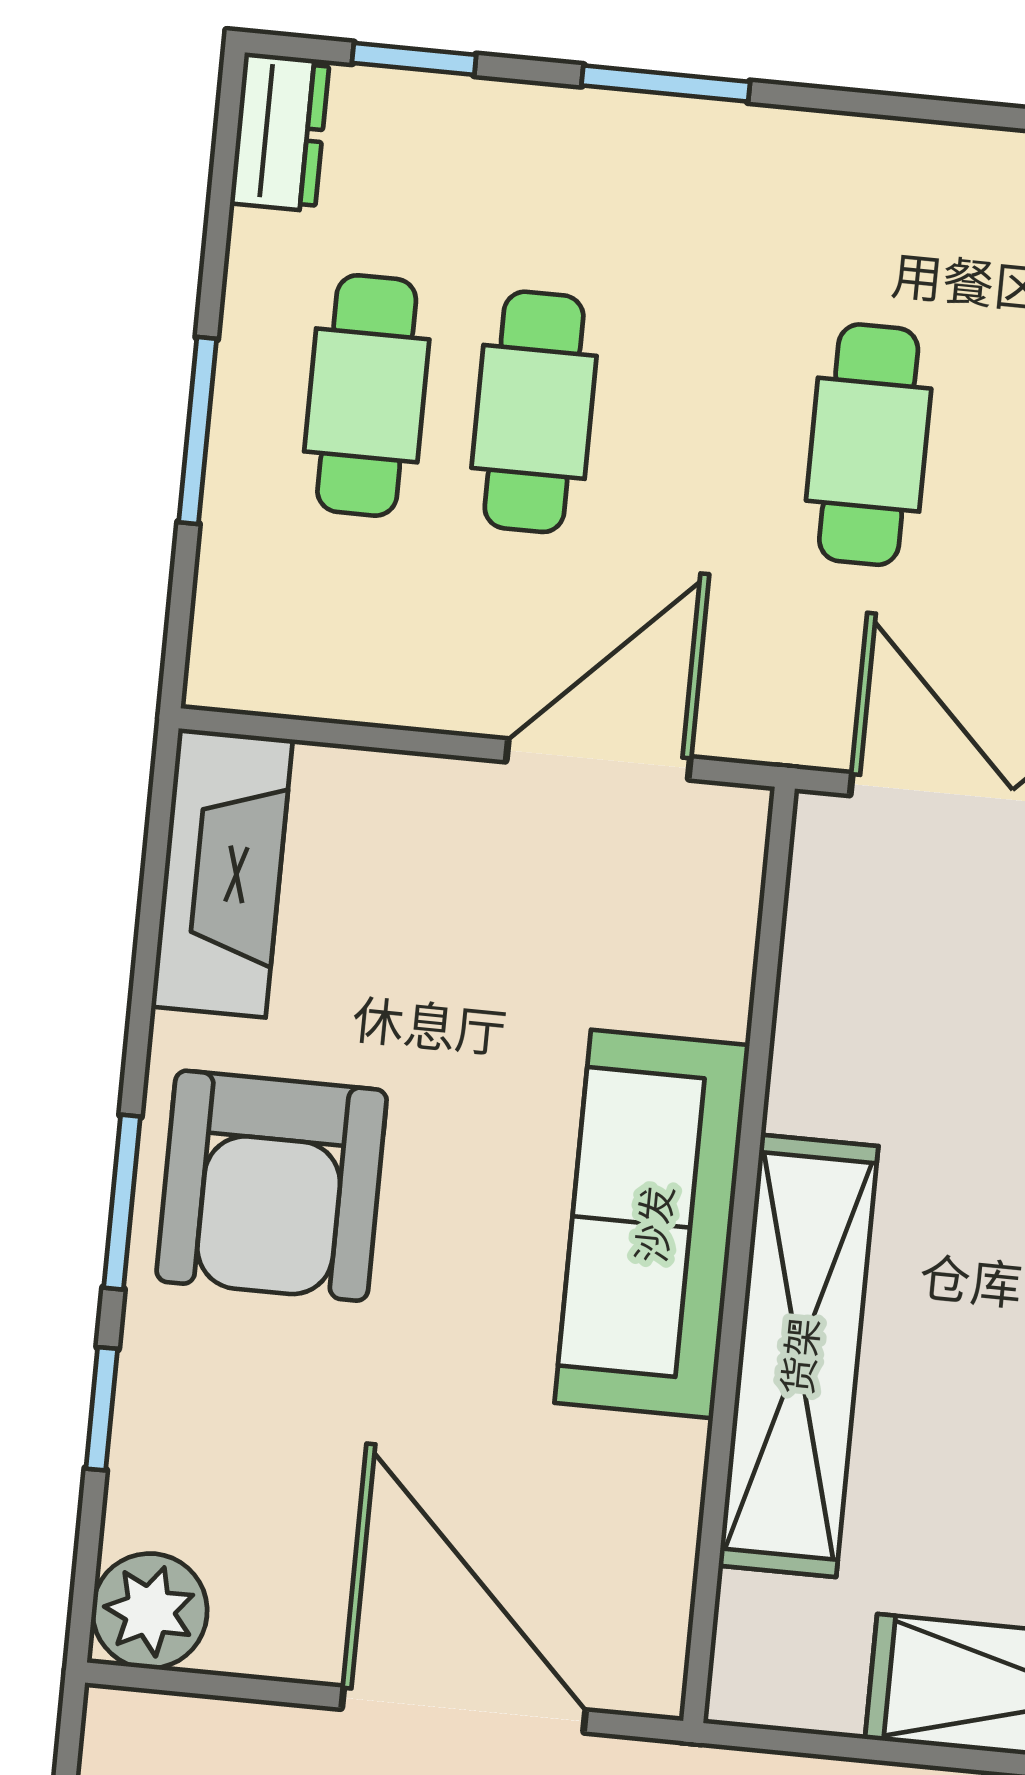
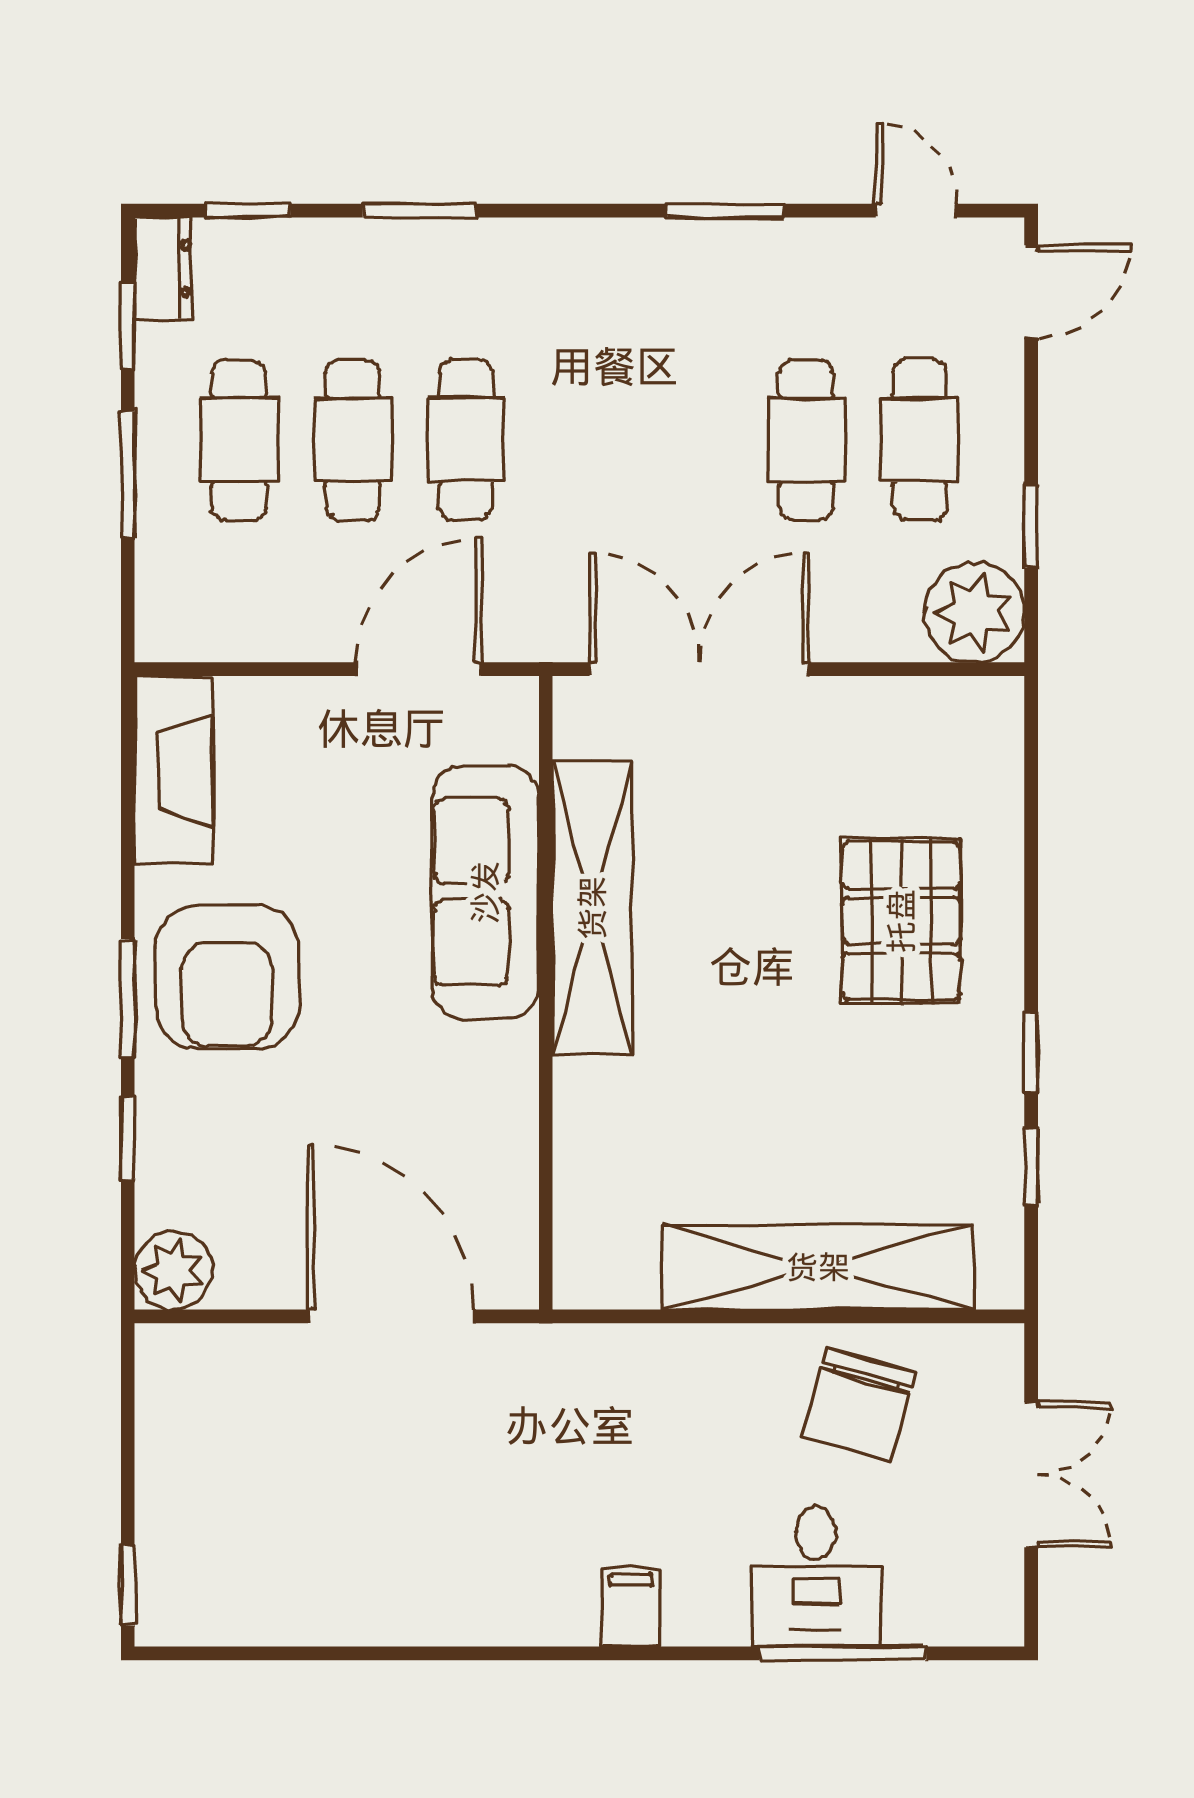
window: (219, 212) -> (128, 326), added
cafe table: (869, 445) -> (466, 440), moved
sofa: (652, 1224) -> (485, 892), moved
shelving: (798, 1356) -> (592, 908), moved

